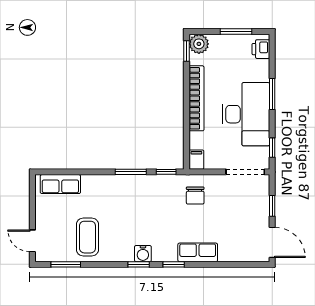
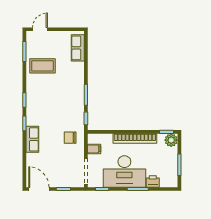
printer: (261, 49) -> (153, 181), moved
filing cabinet: (196, 160) -> (94, 149), moved
door: (272, 242) -> (39, 189), swing flipped
water cooler: (143, 254) -> (31, 103), removed

